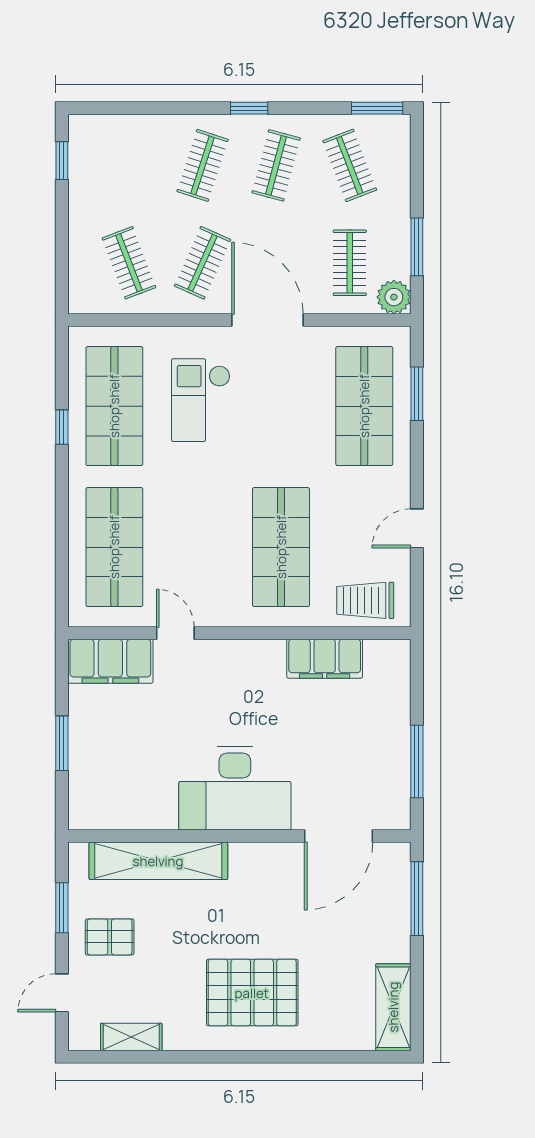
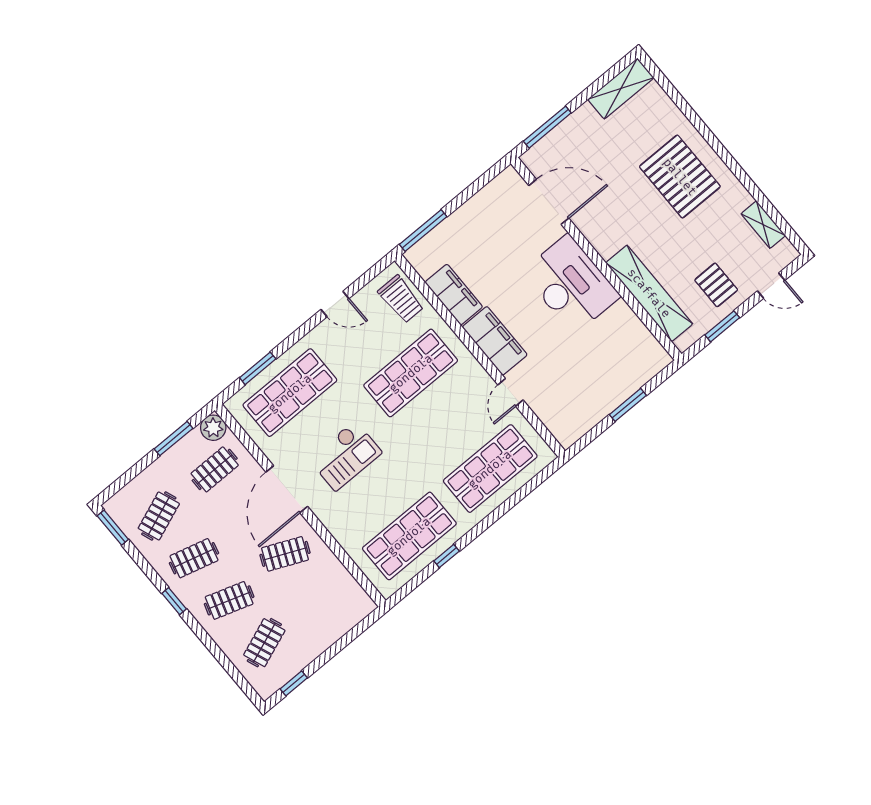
clothes rail: (129, 263) -> (264, 643), moved
checkout: (201, 400) -> (345, 456), moved
filing cabinet: (110, 661) -> (495, 341), moved
window: (417, 762) -> (423, 231), moved

